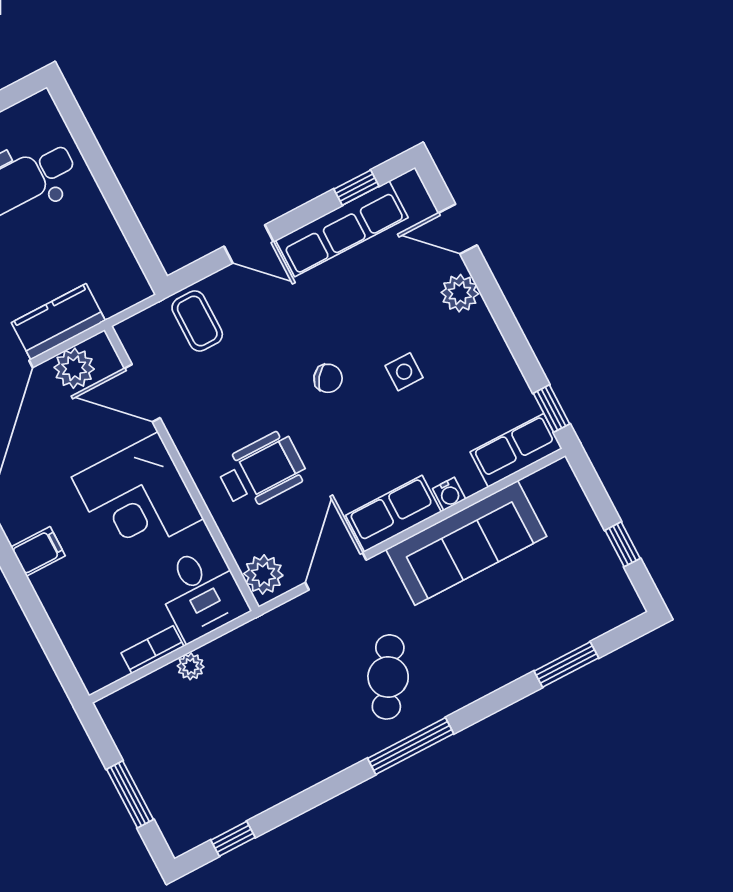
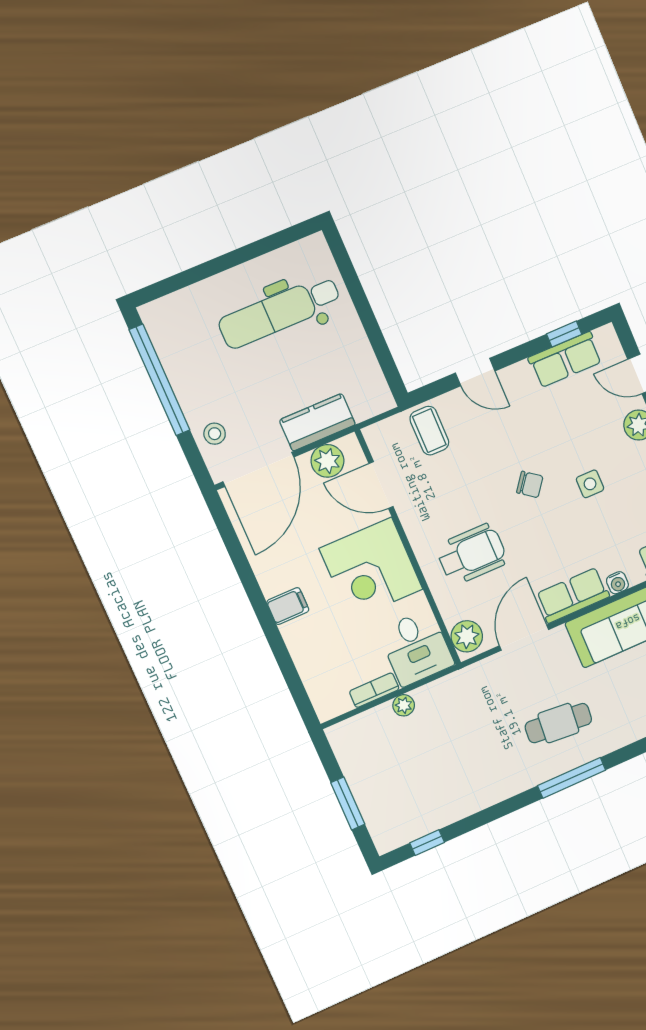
row of seats: (342, 229) -> (565, 360), width x0.68
cafe table: (388, 677) -> (558, 723), turned 64

